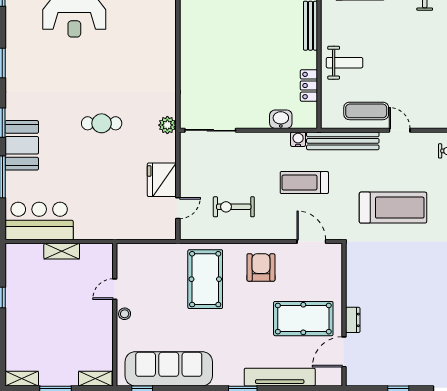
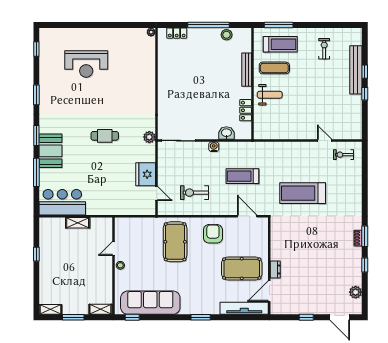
exercise mat: (366, 111) -> (274, 68), moved
door: (400, 130) -> (325, 141), moved
water cooler: (298, 139) -> (214, 147), moved
bench: (343, 141) -> (269, 148), removed
door: (178, 208) -> (157, 193), hinge flipped
treadmill: (393, 208) -> (303, 193), turned 180
tv unit: (280, 377) -> (244, 308), moved

